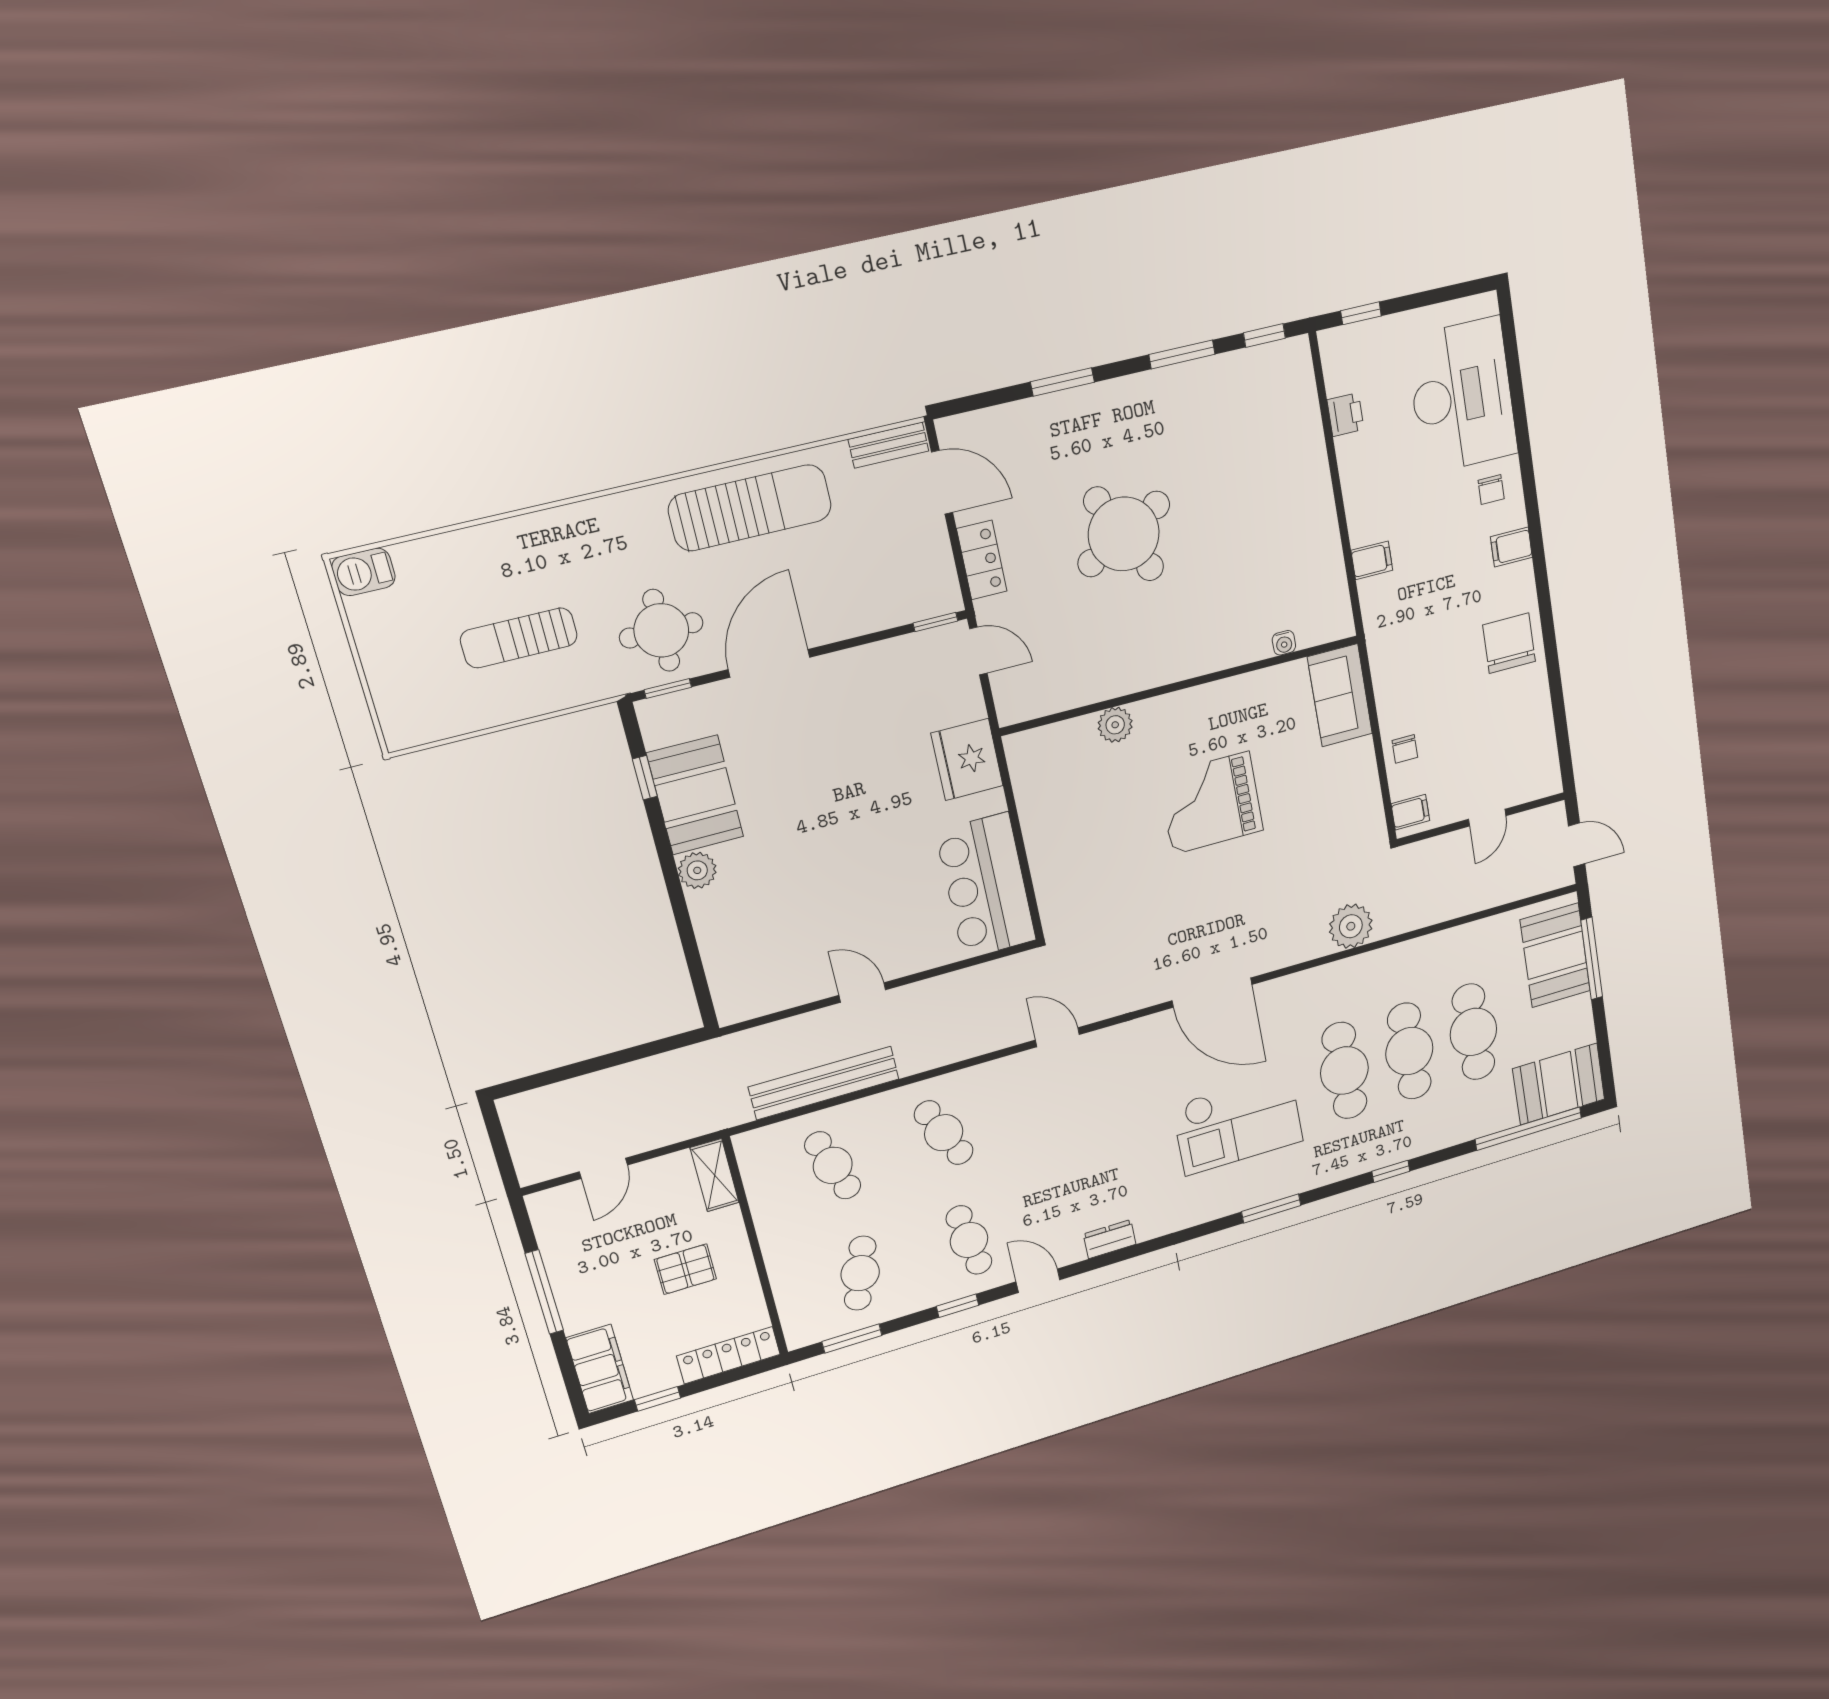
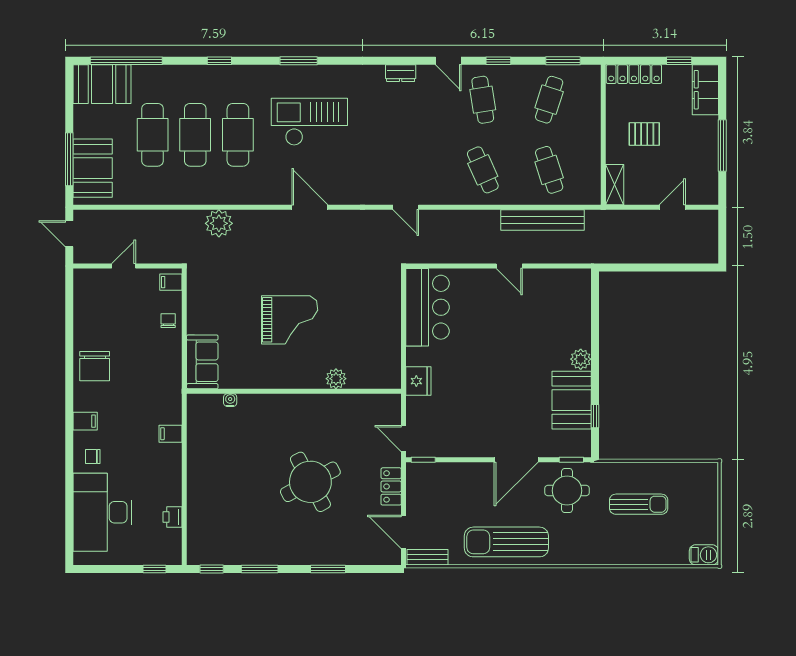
chair: (1491, 490) -> (93, 457), turned -90
fridge: (967, 759) -> (418, 381), width x0.73, depth x0.75
door: (1212, 993) -> (310, 207), width x0.73

